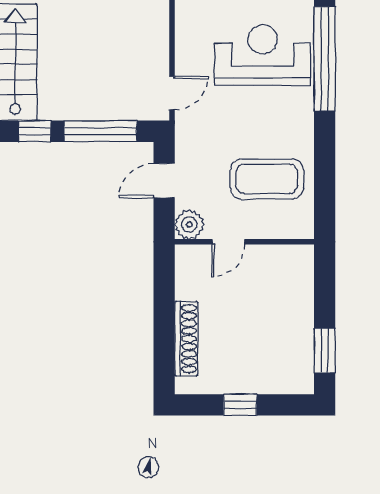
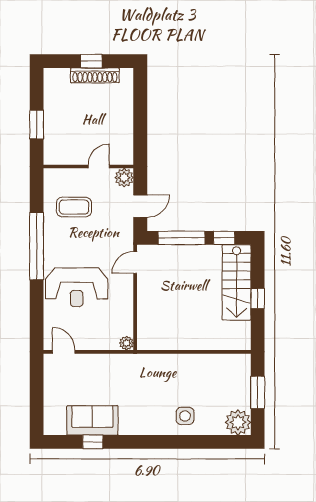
window: (325, 59) -> (37, 246), moved
coffee table: (267, 179) -> (74, 207), width x0.73, depth x0.76
shoe rack: (186, 339) -> (95, 75), moved, turned -90
window: (325, 350) -> (37, 125), moved

